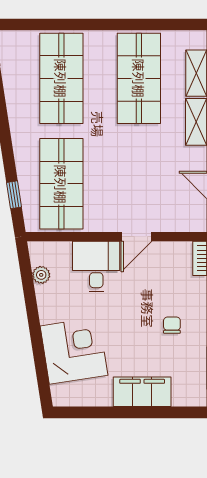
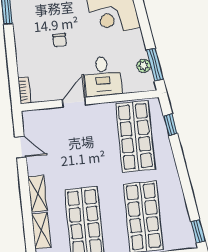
window: (27, 275) -> (155, 65), added
chair: (172, 325) -> (60, 40), moved

